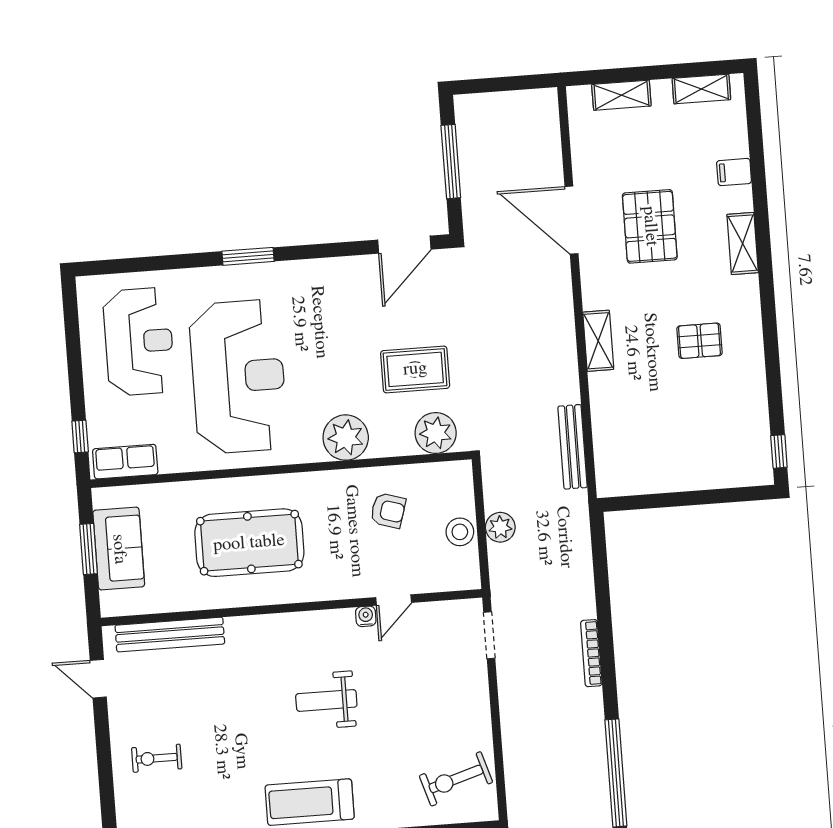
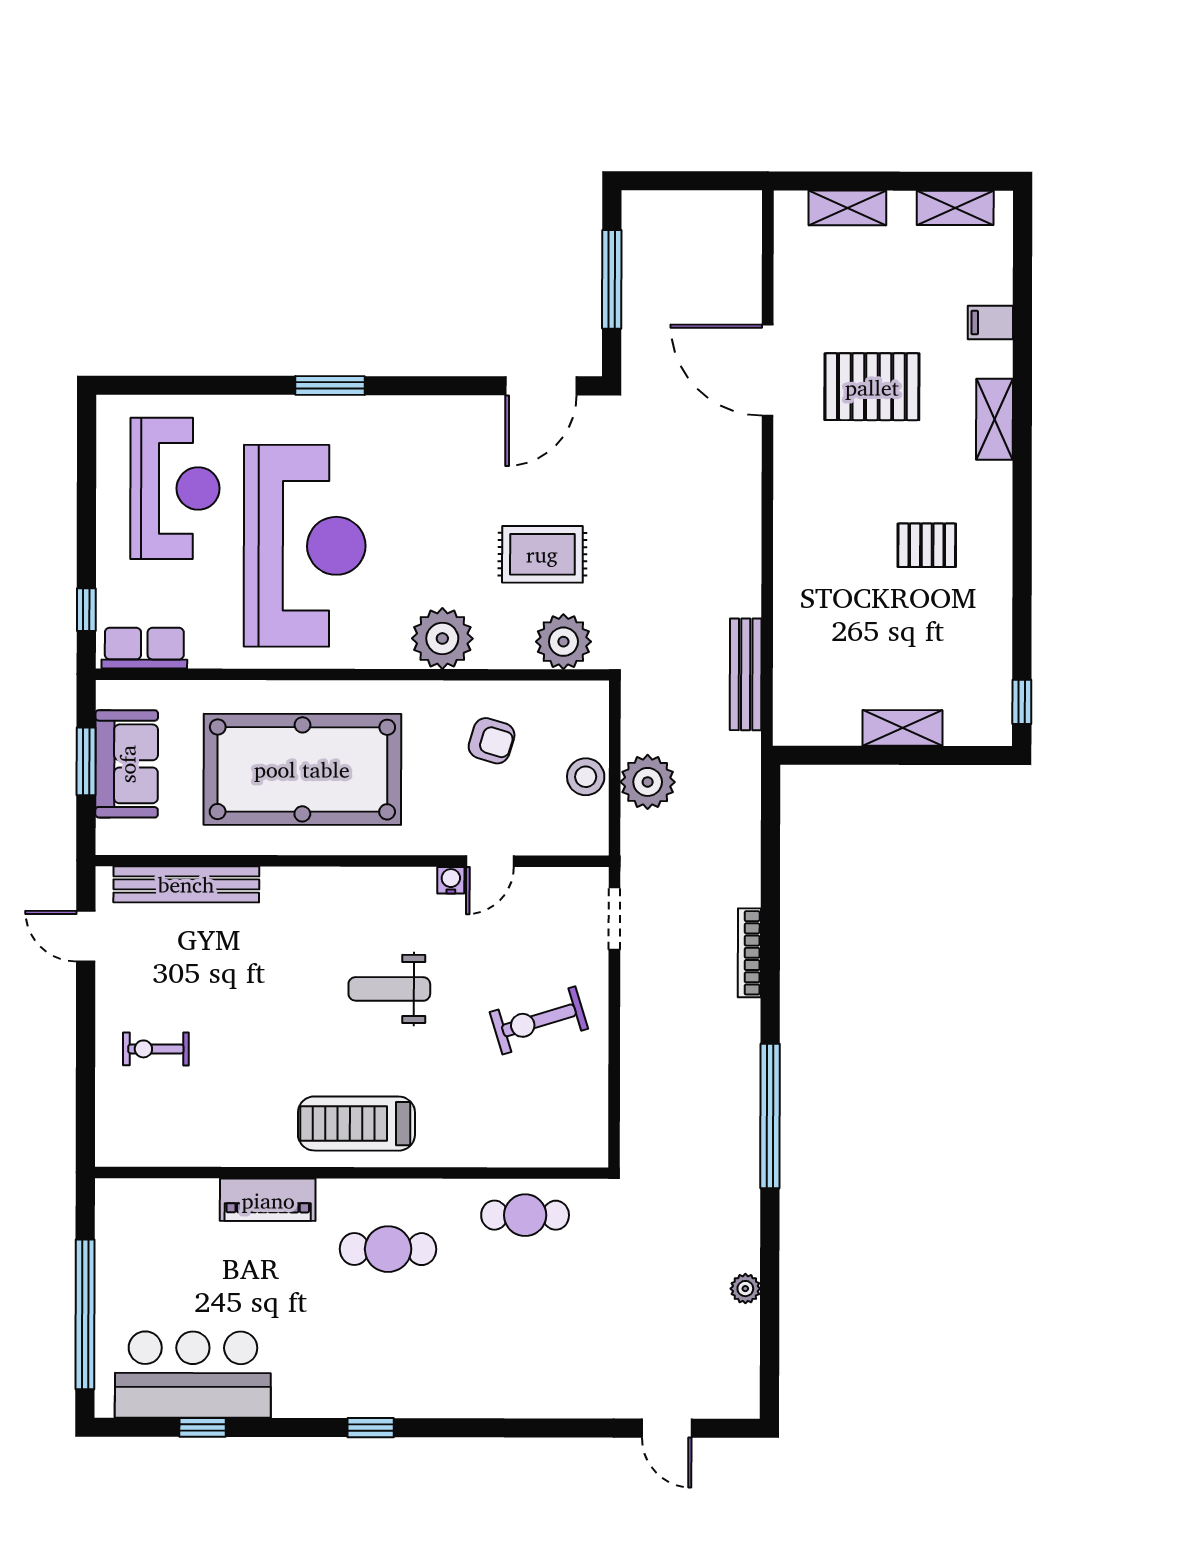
pallet: (650, 226) -> (872, 387), turned 90
shelving: (598, 341) -> (903, 728), moved, turned 90
plant: (500, 527) -> (648, 782), width x1.36, depth x1.36
pool table: (249, 543) -> (302, 769), width x1.36, depth x1.32
exercise bike: (456, 779) -> (539, 1020), moved

